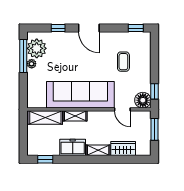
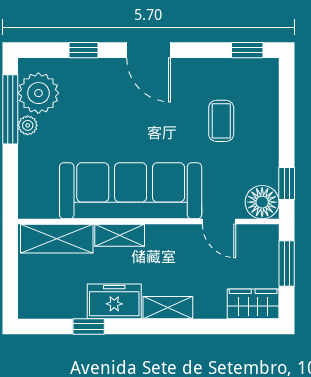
wardrobe: (123, 148) -> (253, 304), moved
window: (45, 159) -> (89, 326), moved

